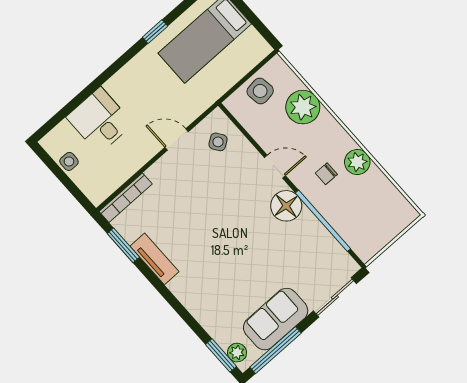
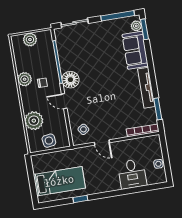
plant: (388, 228) -> (30, 40), added
tv unit: (154, 259) -> (146, 88), width x1.41
sofa: (276, 319) -> (135, 50), moved, turned 90

